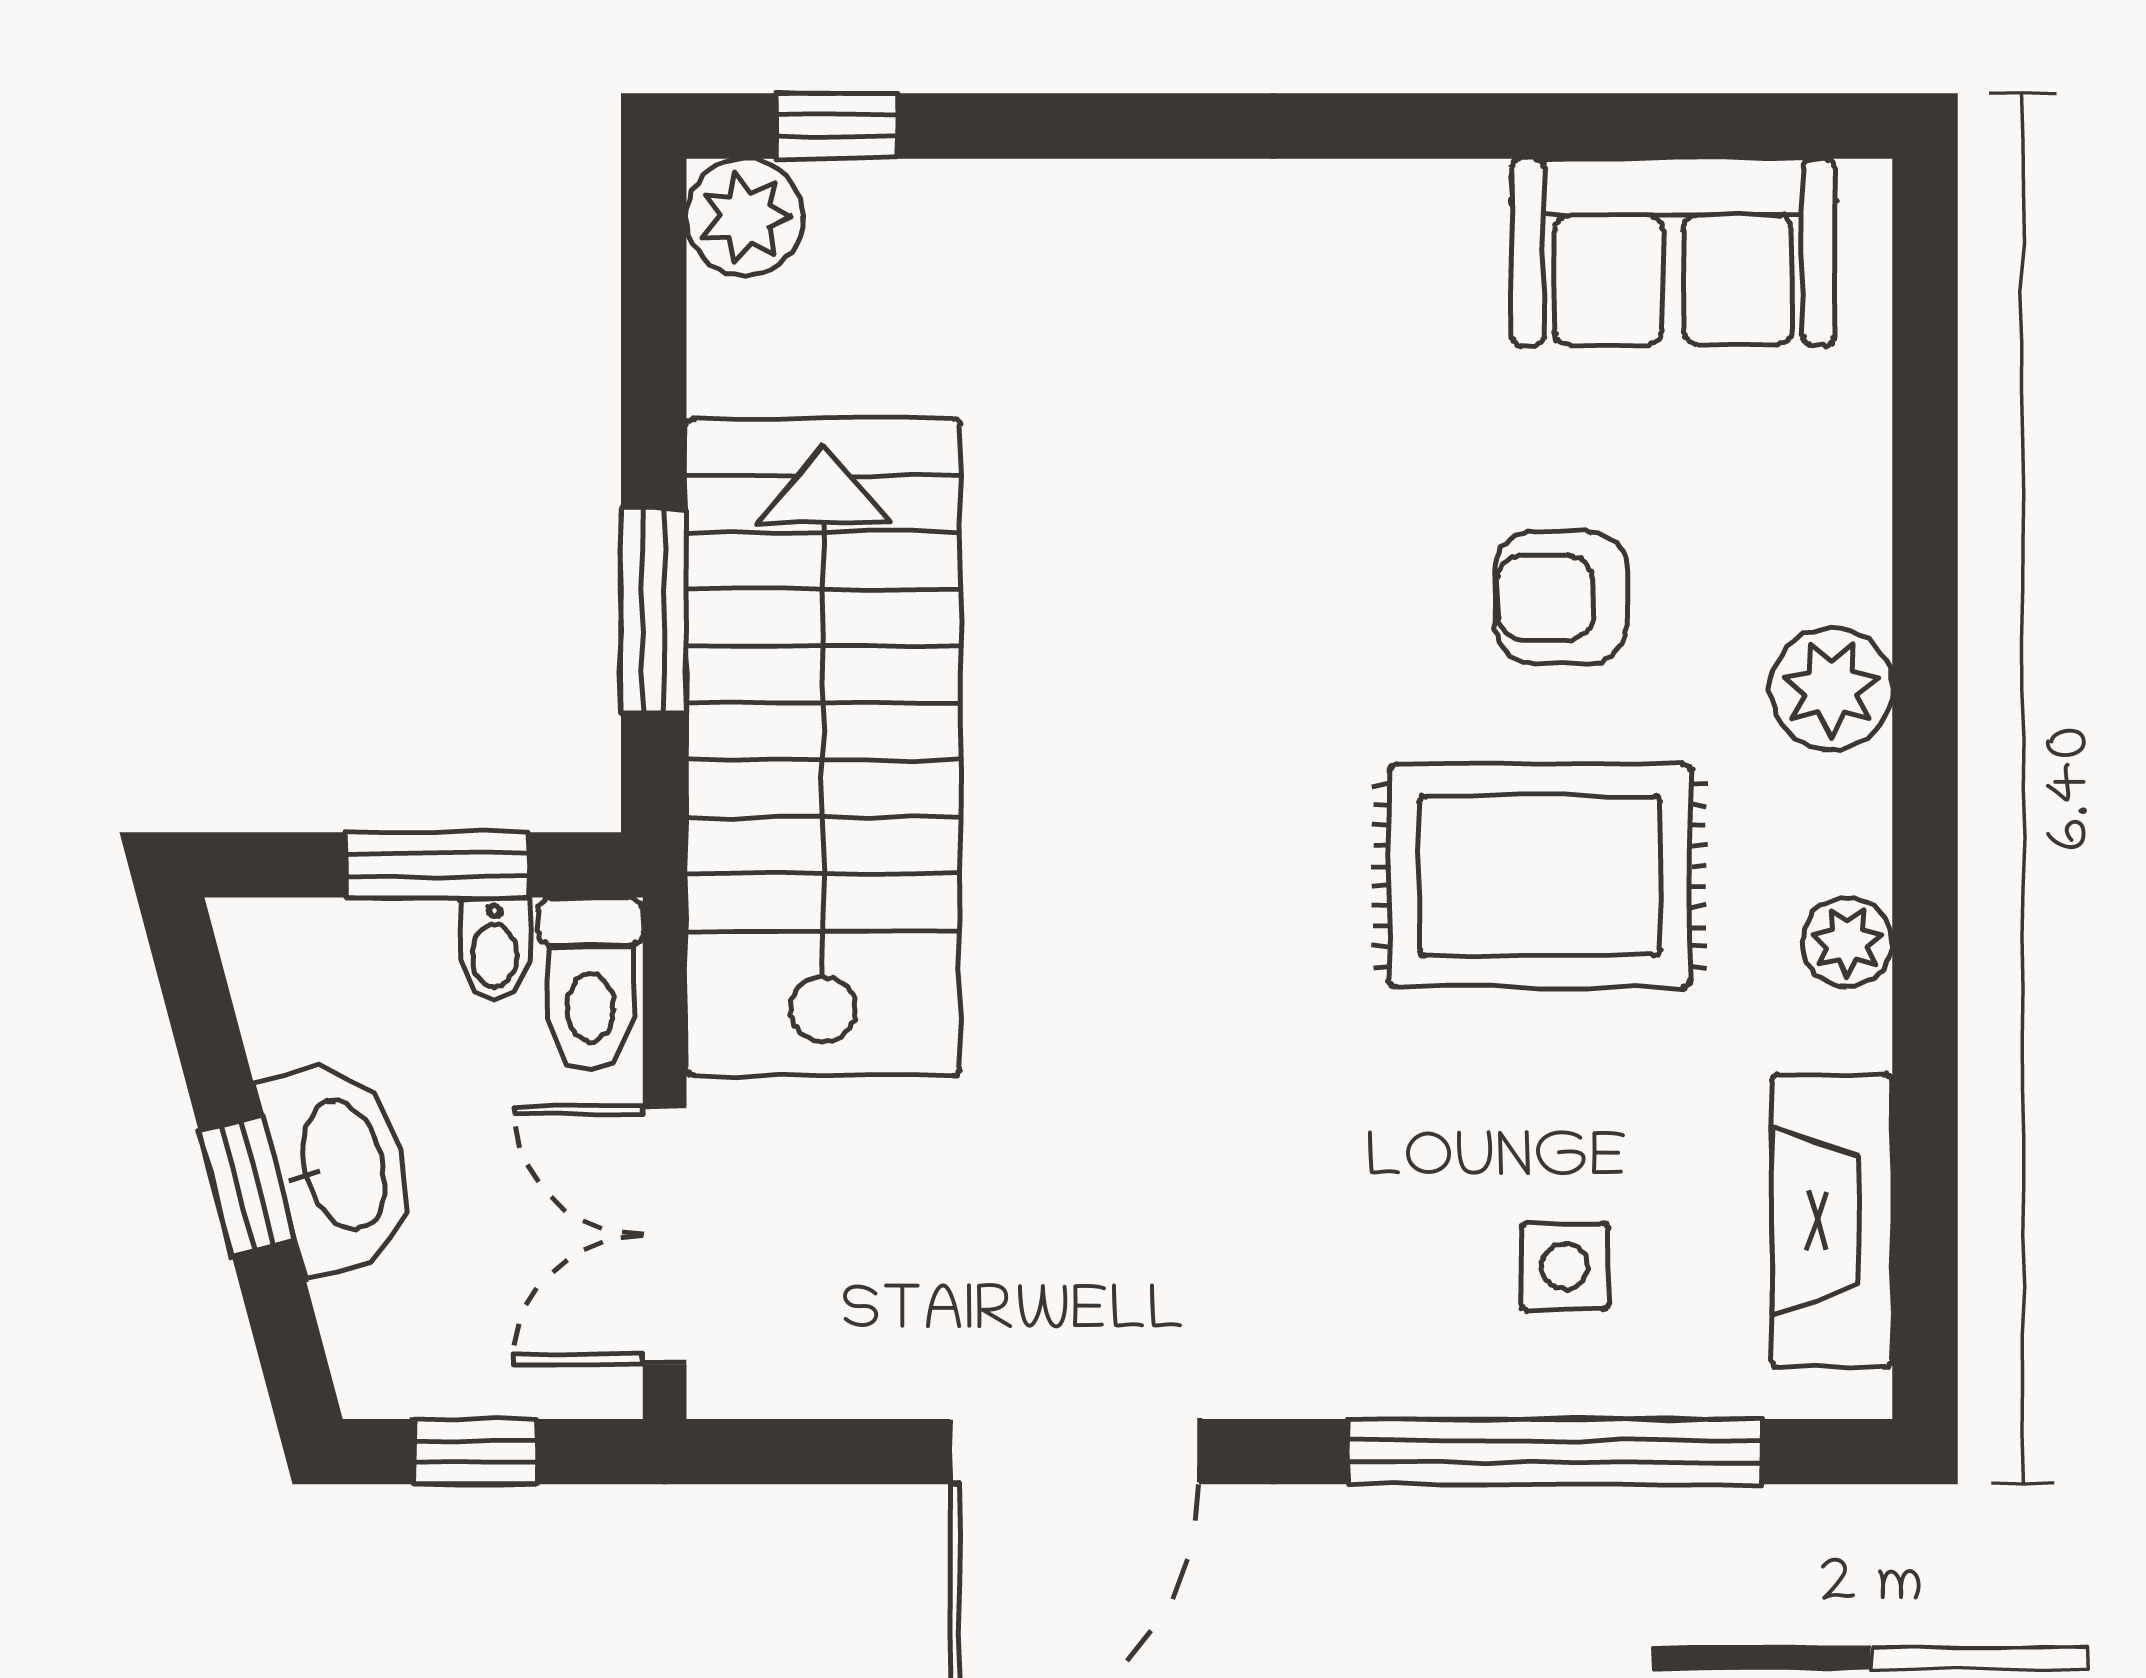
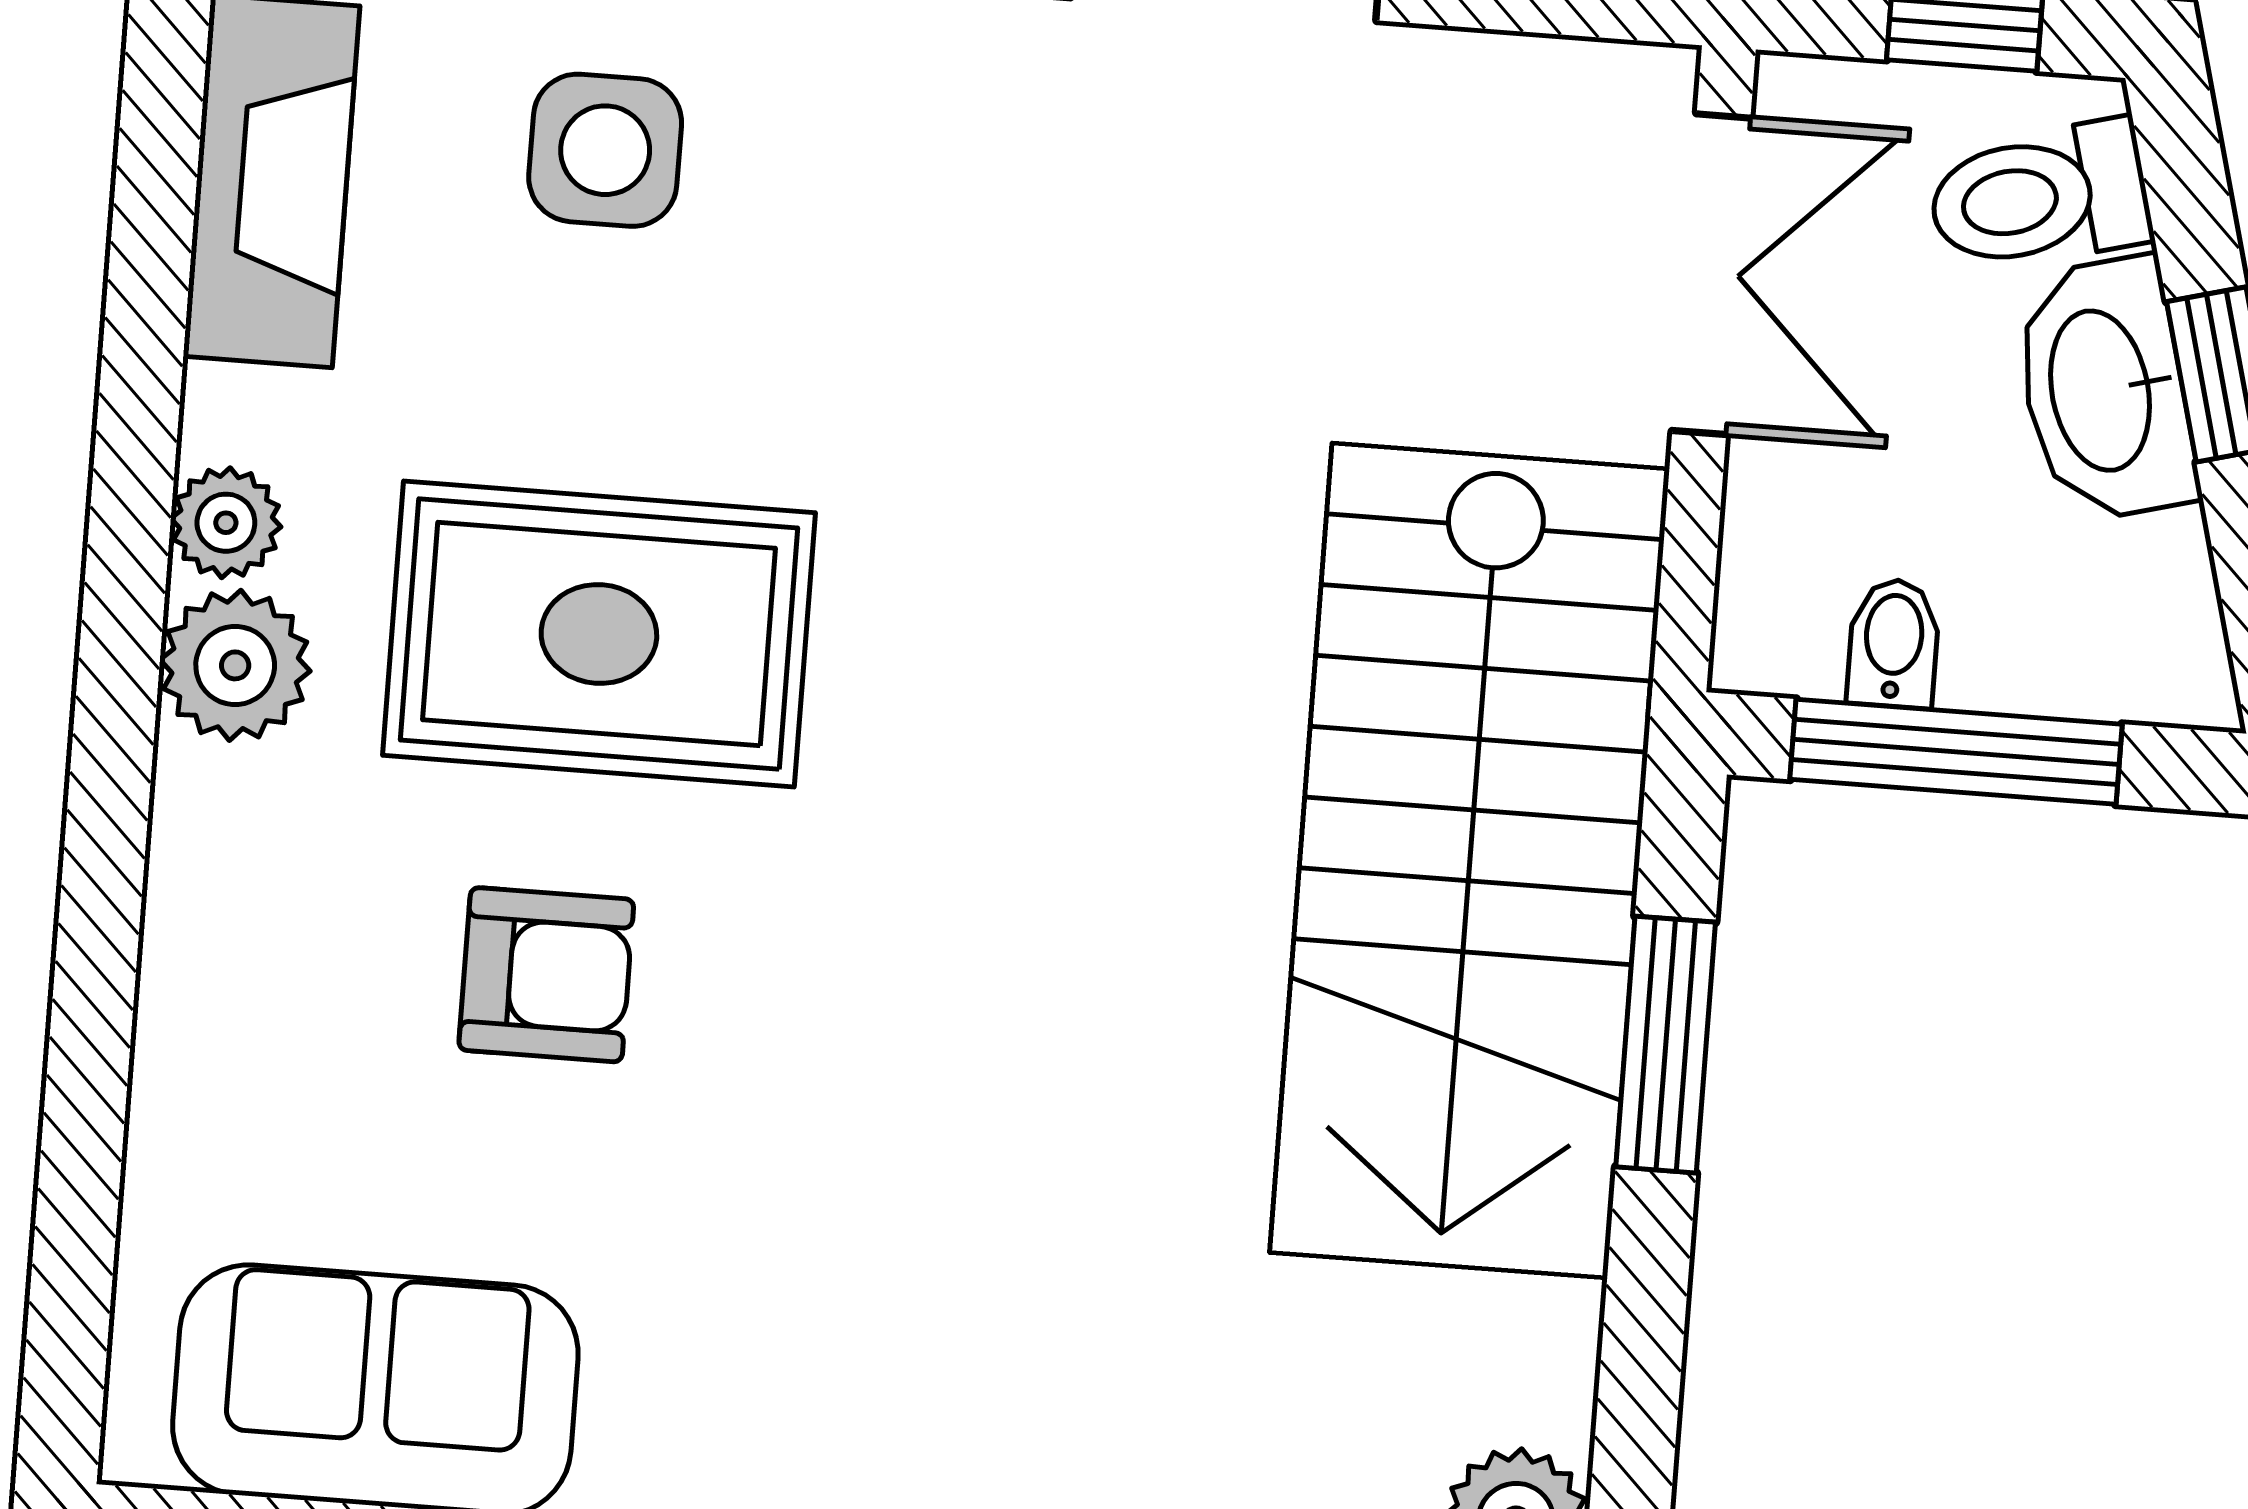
plant: (1831, 689) -> (235, 665), moved
window: (438, 865) -> (1956, 752), width x1.44
toilet: (590, 984) -> (2039, 197), moved, turned -105
side table: (1565, 1266) -> (605, 150), width x1.37, depth x1.37

